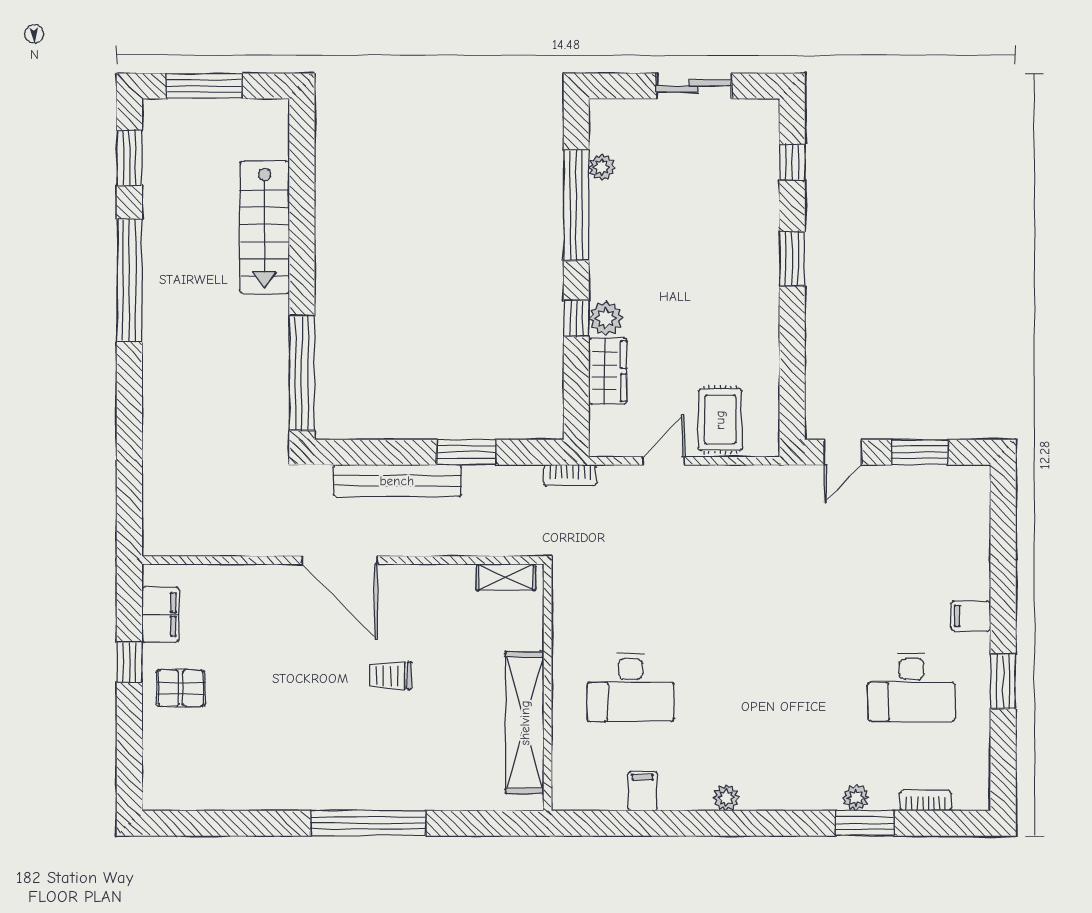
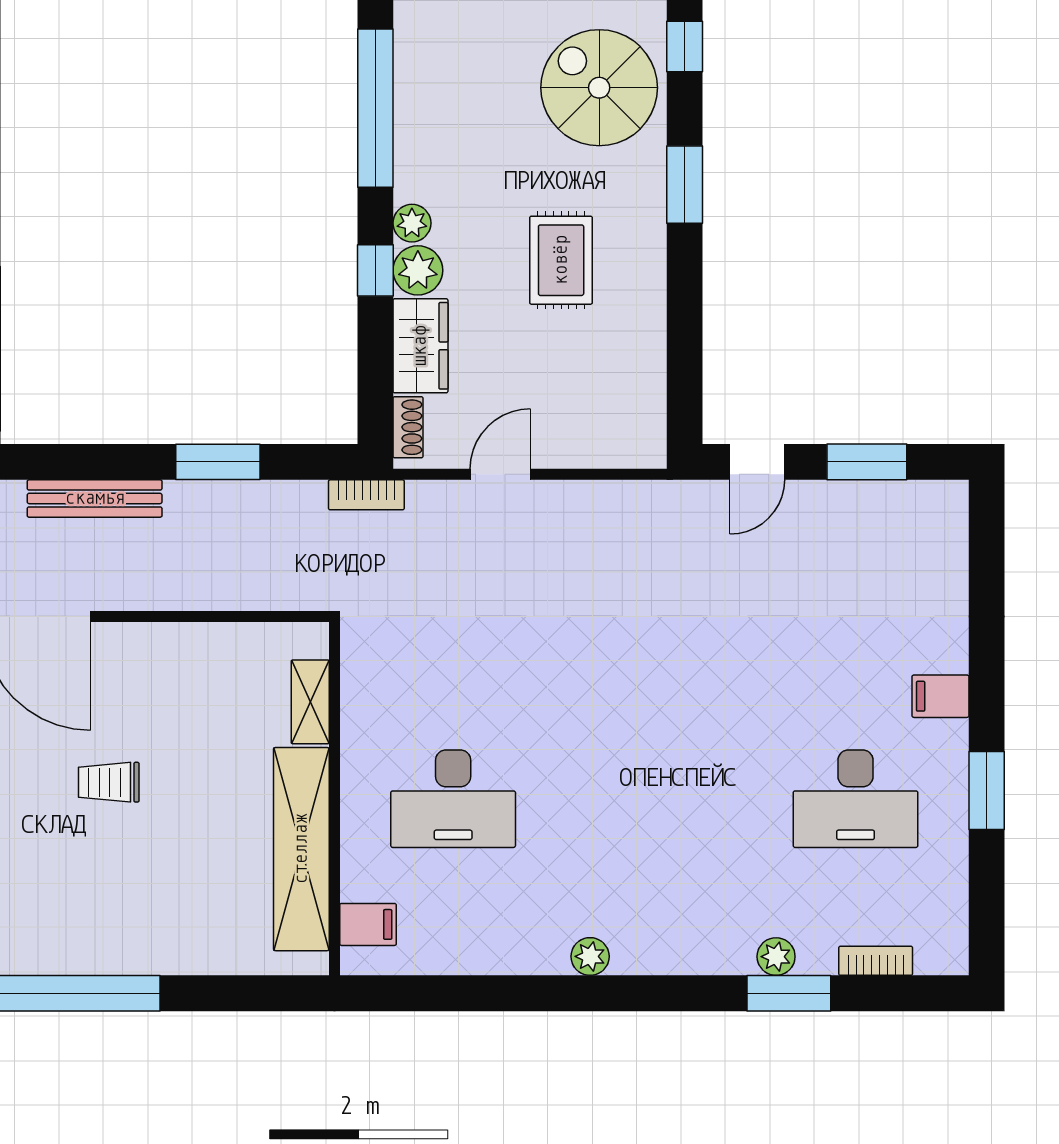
plant: (602, 167) -> (412, 223), moved
spiral stairs: (733, 191) -> (599, 88), added
rug: (720, 420) -> (561, 260), moved
shoe rack: (599, 428) -> (408, 427), added
bench: (397, 481) -> (95, 498), width x0.73, depth x0.82
shelving: (506, 577) -> (310, 702), moved, turned 90
filing cabinet: (643, 791) -> (368, 924), moved, turned 90

